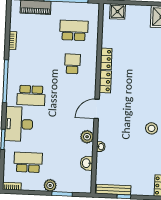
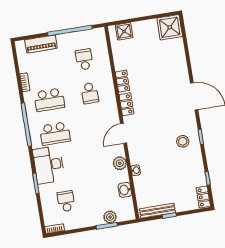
school desk: (74, 30) -> (84, 59), width x0.54
school desk: (32, 62) -> (49, 100), added
school desk: (72, 64) -> (90, 93), turned 180
school desk: (28, 162) -> (66, 201), width x0.54
plant: (50, 185) -> (110, 217), moved

